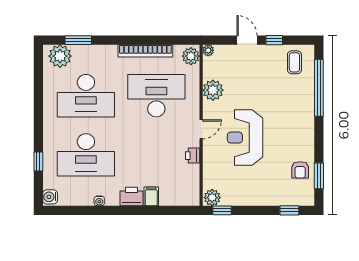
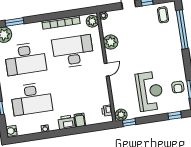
reception desk: (245, 138) -> (150, 91), moved, turned 180
printer: (193, 156) -> (107, 111), moved

